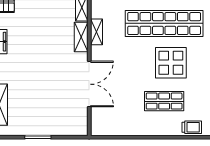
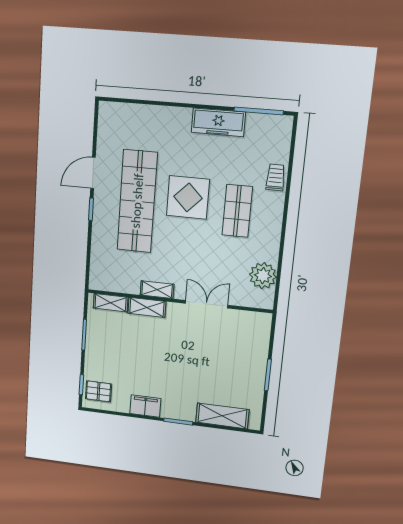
shelving: (96, 32) -> (157, 290), moved
double door: (89, 84) -> (207, 304), width x0.73
plant: (116, 125) -> (263, 276), added

